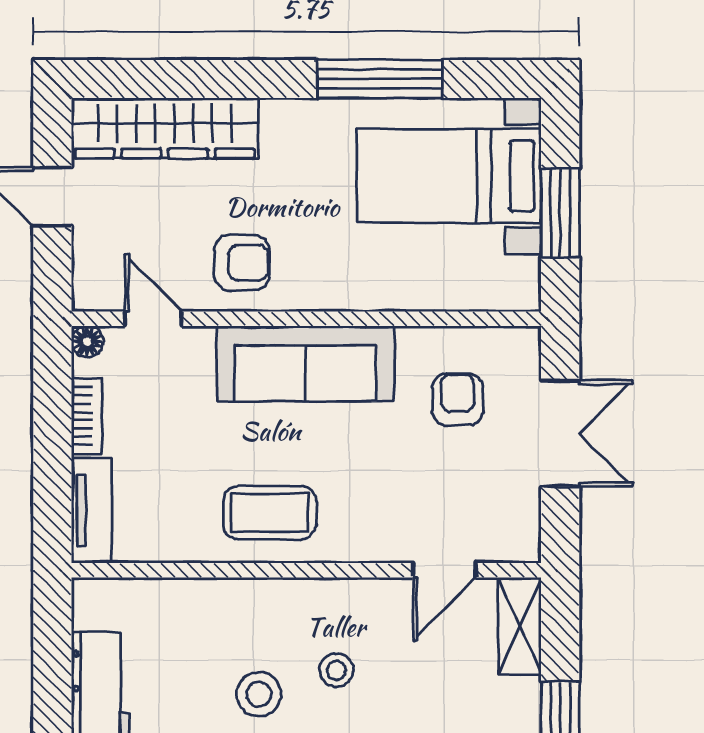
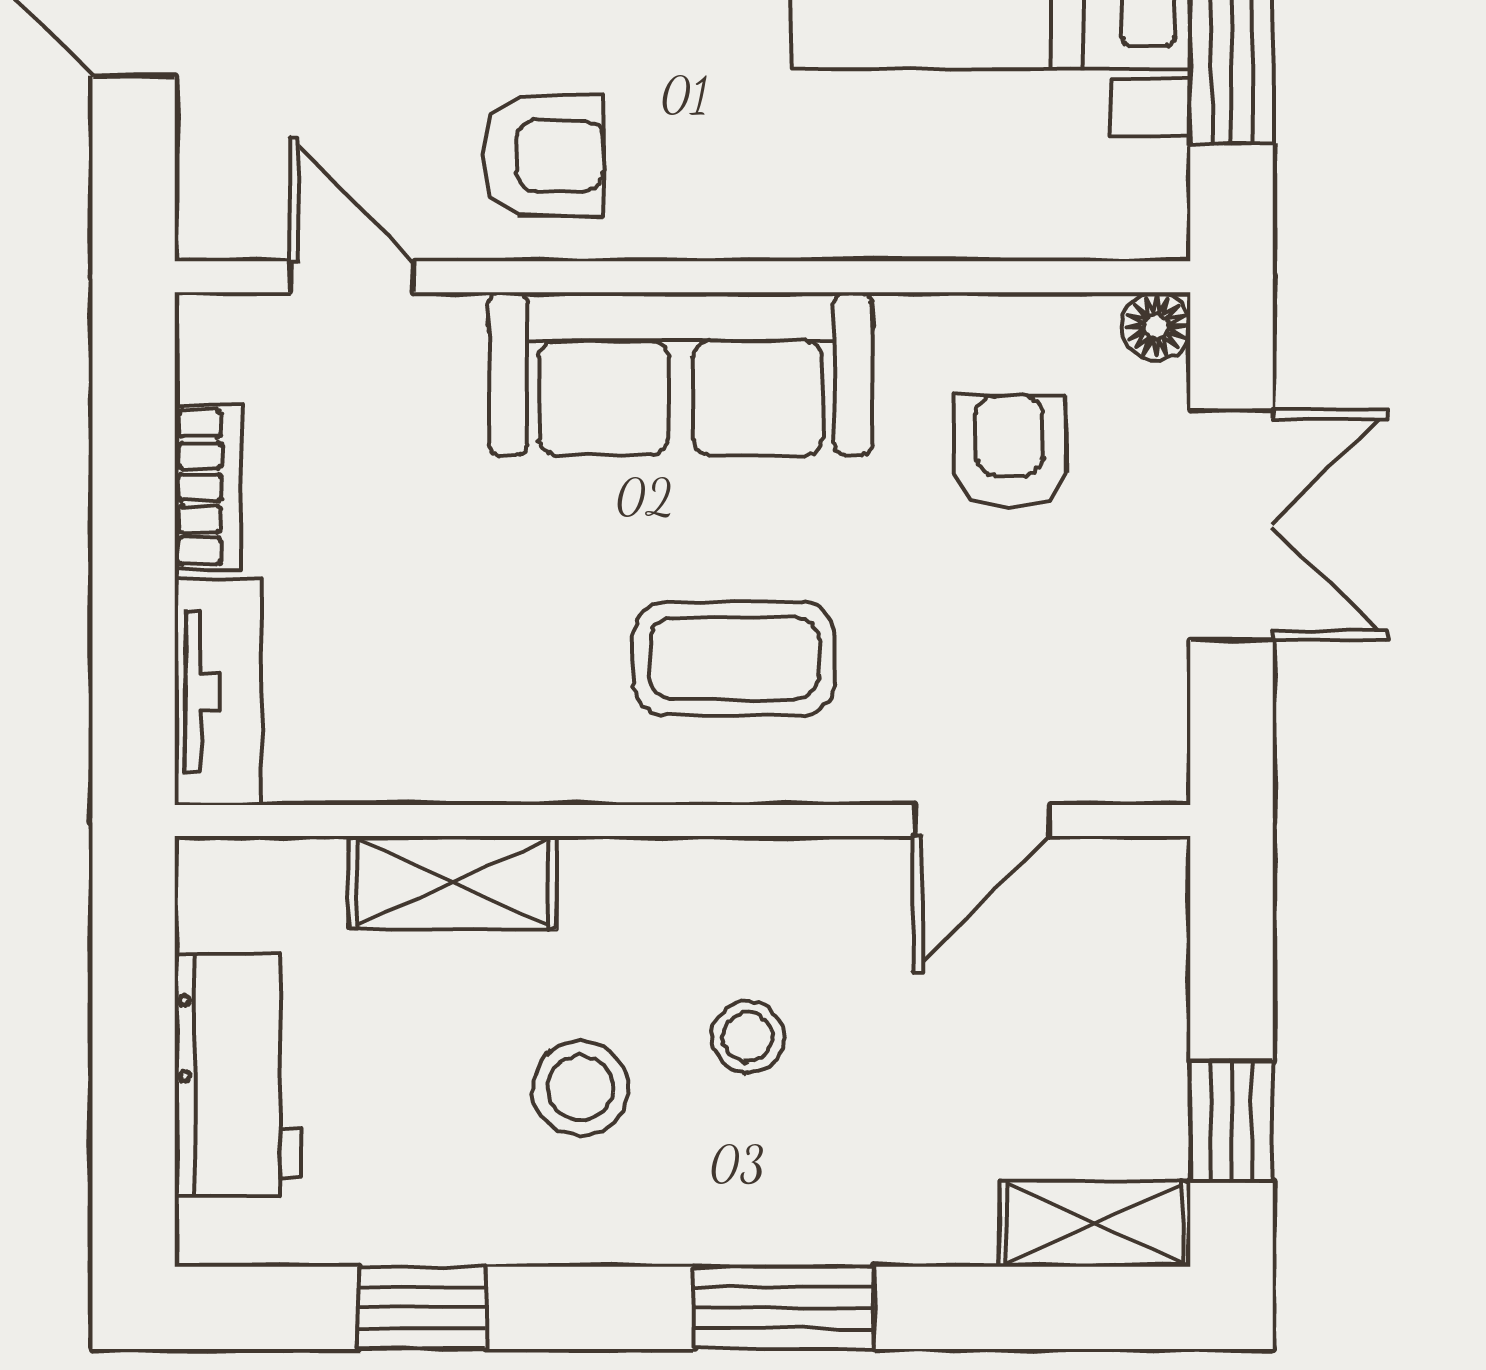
floor lamp: (87, 342) -> (1156, 326), moved
coffee table: (270, 513) -> (734, 658), moved
shelving: (520, 627) -> (453, 883), moved, turned 90

